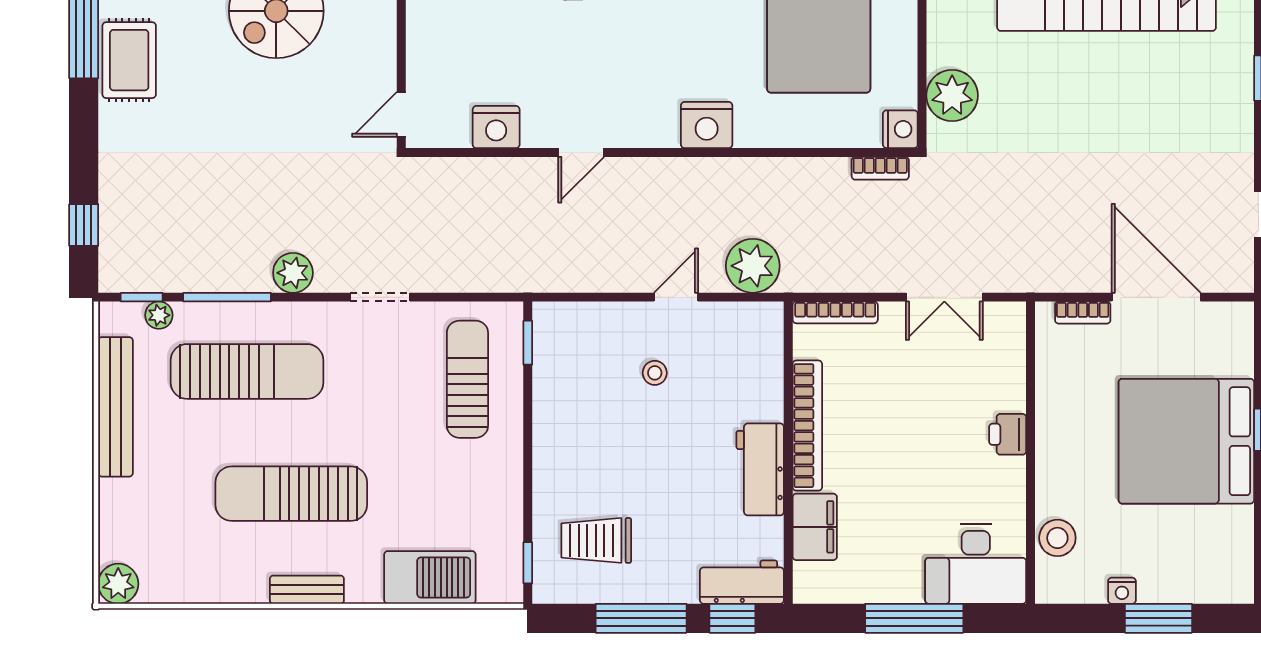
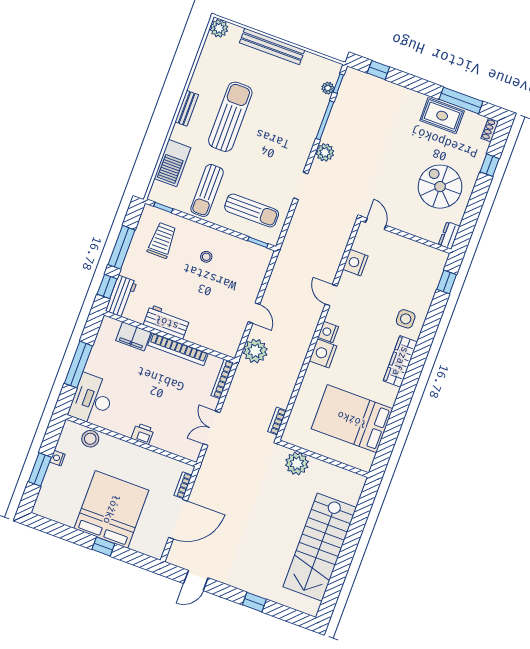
nightstand: (900, 129) -> (328, 332), moved, turned 90
sun lounger: (247, 371) -> (207, 190), moved, width x0.73, depth x0.75
stool: (655, 373) -> (206, 257), moved
bench: (116, 407) -> (272, 46), moved

